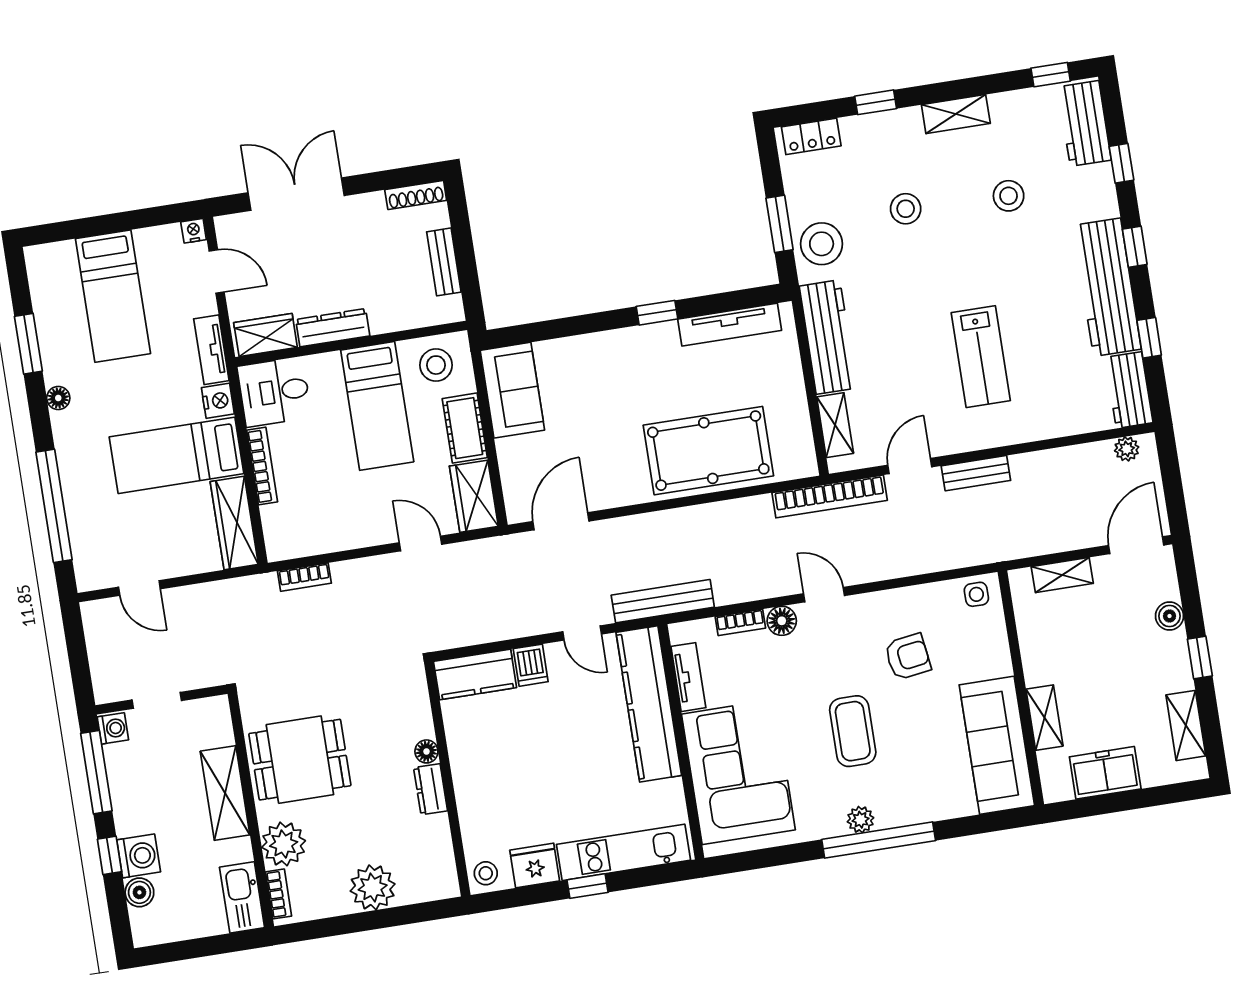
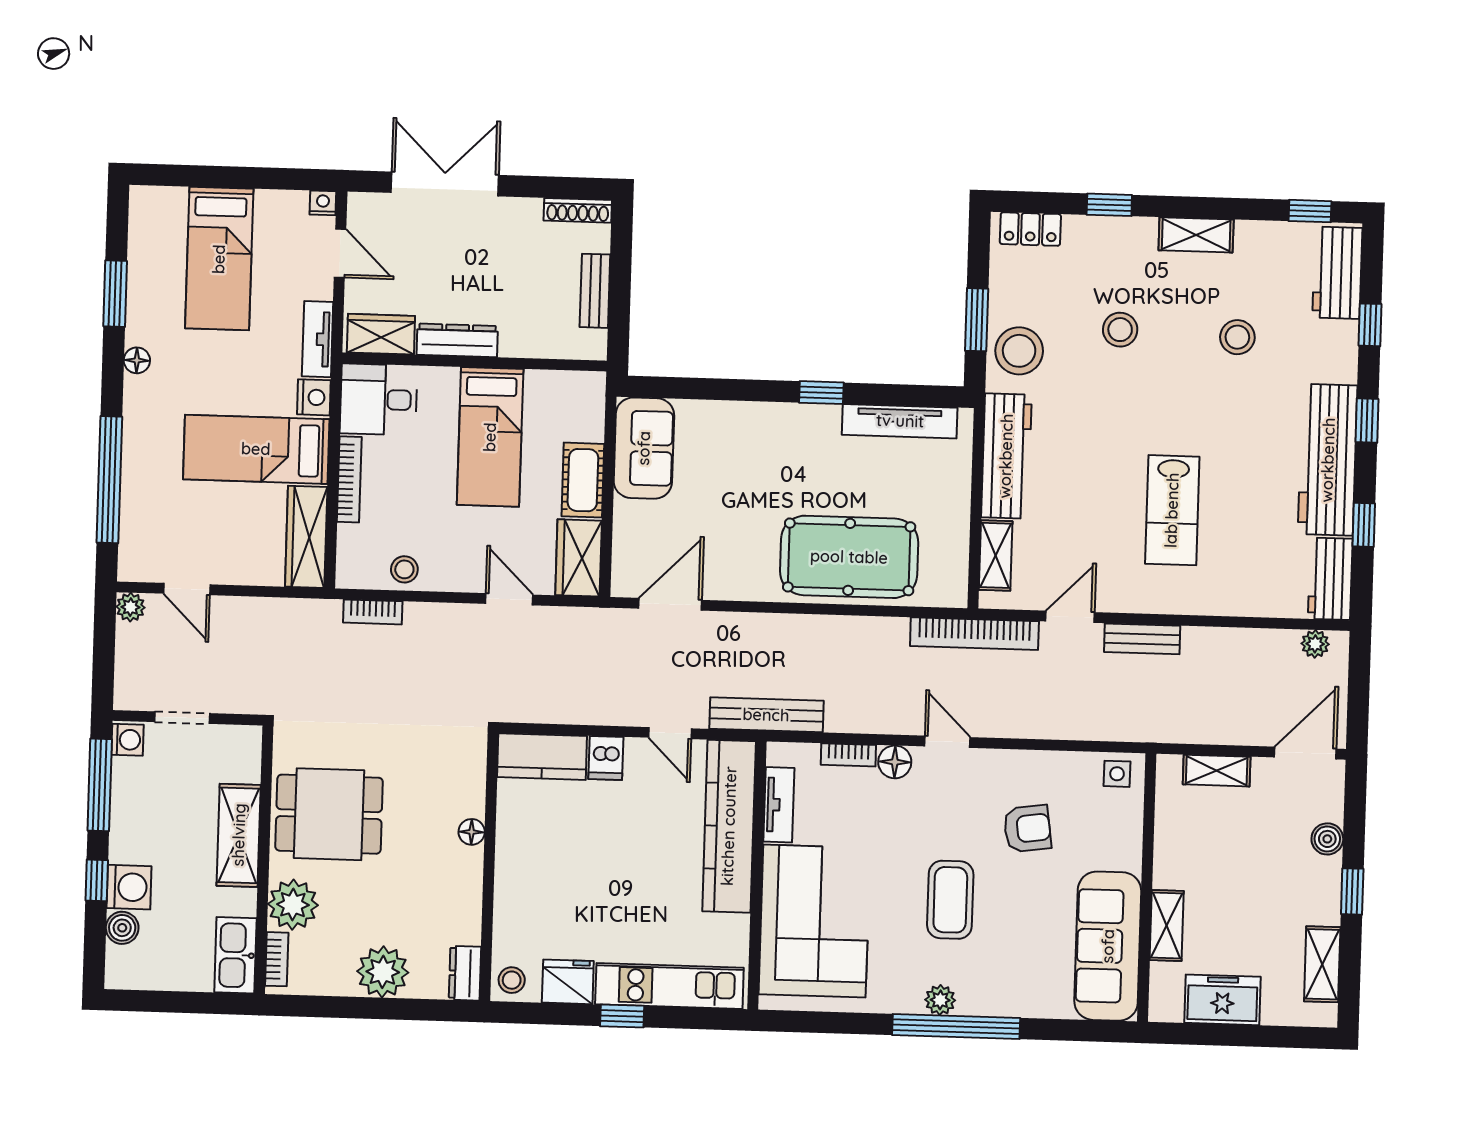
stool: (436, 365) -> (404, 569), moved, width x0.73, depth x0.73
plant: (94, 613) -> (131, 607), added
dresser: (430, 789) -> (465, 973), moved

